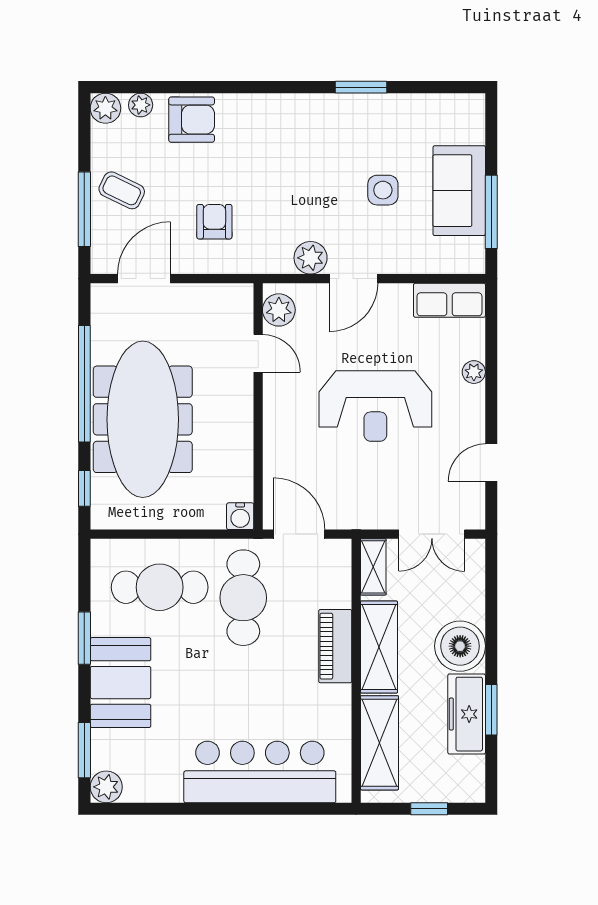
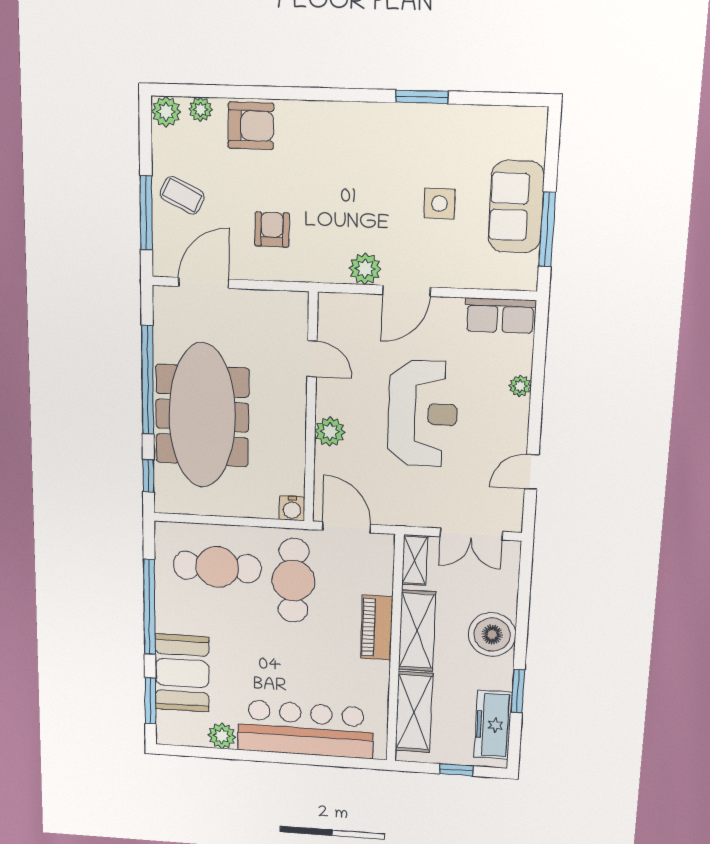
plant: (279, 310) -> (330, 432), moved
reception desk: (375, 406) -> (423, 414), turned -90
window: (84, 638) -> (150, 607), width x2.11
booth: (121, 683) -> (182, 673), moved
freezer: (467, 714) -> (493, 725), moved
plant: (106, 787) -> (222, 736), moved

